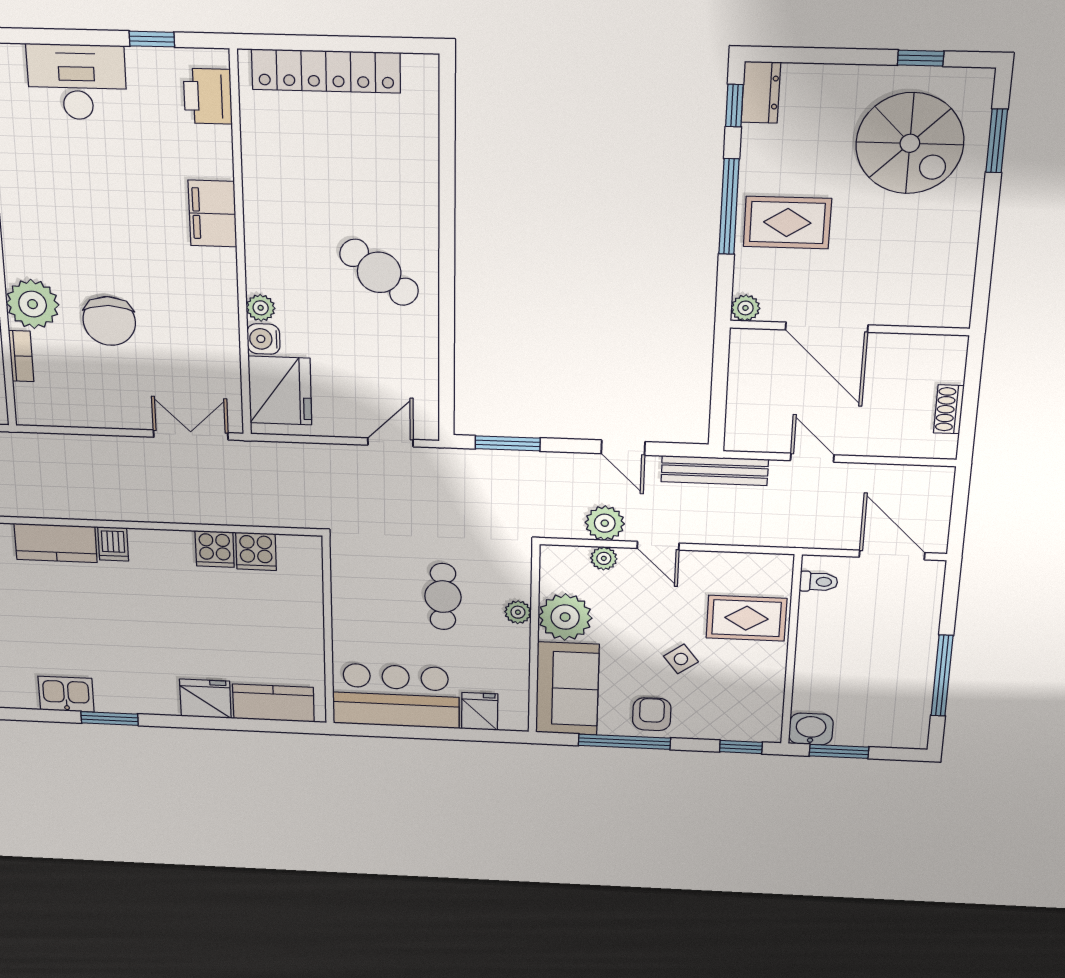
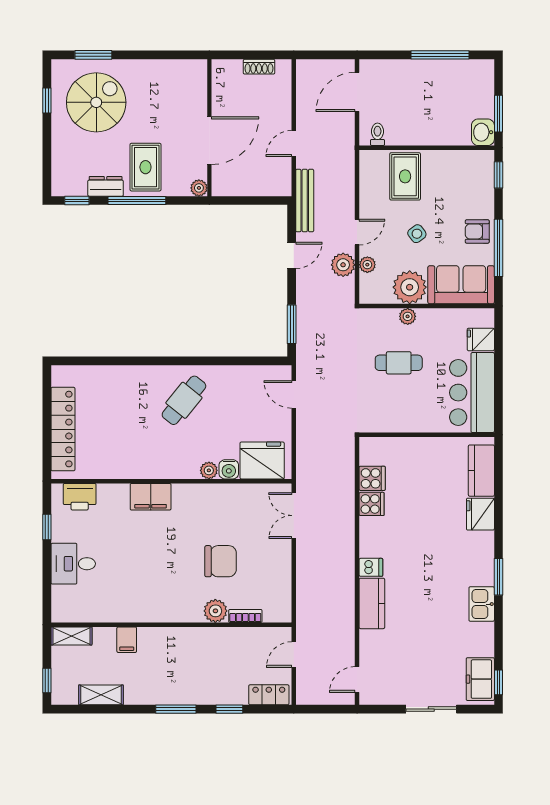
desk: (77, 82) -> (73, 564), width x0.73
dresser: (761, 92) -> (106, 186), moved
plant: (33, 304) -> (215, 611), width x0.73, depth x0.73
side table: (681, 659) -> (417, 234), moved

